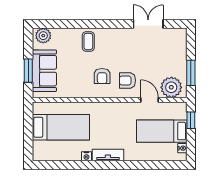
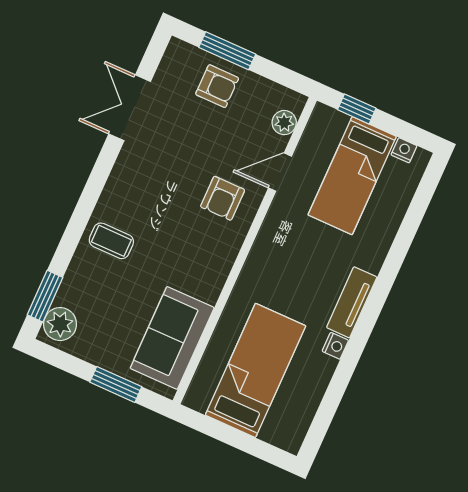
window: (52, 24) -> (45, 296), added
sofa: (44, 71) -> (172, 338), moved, turned -90
window: (191, 73) -> (227, 51), moved
armchair: (102, 76) -> (217, 86), moved
plant: (171, 87) -> (284, 123), width x0.53, depth x0.53

